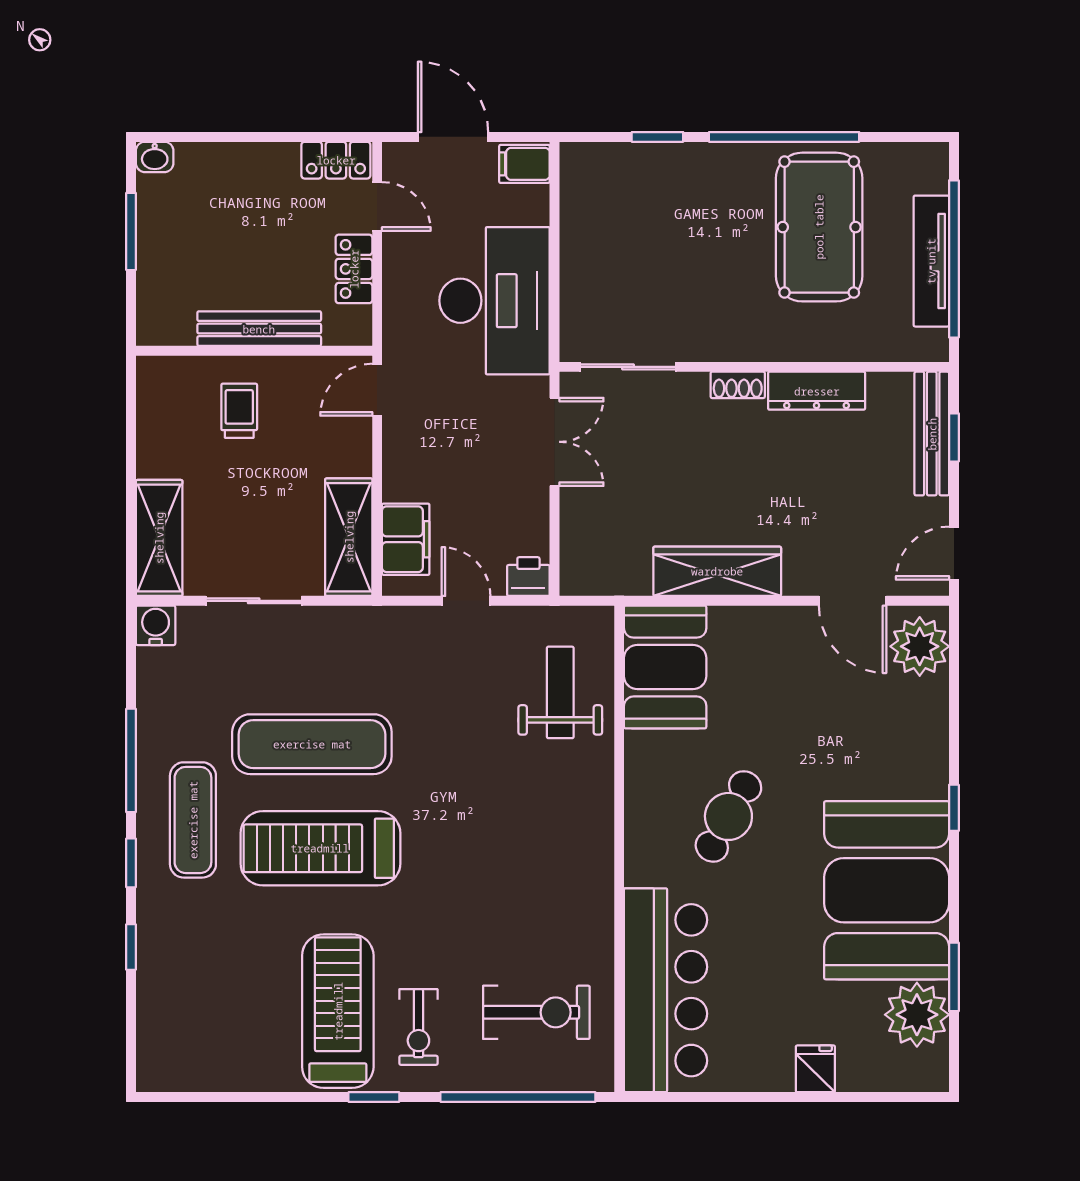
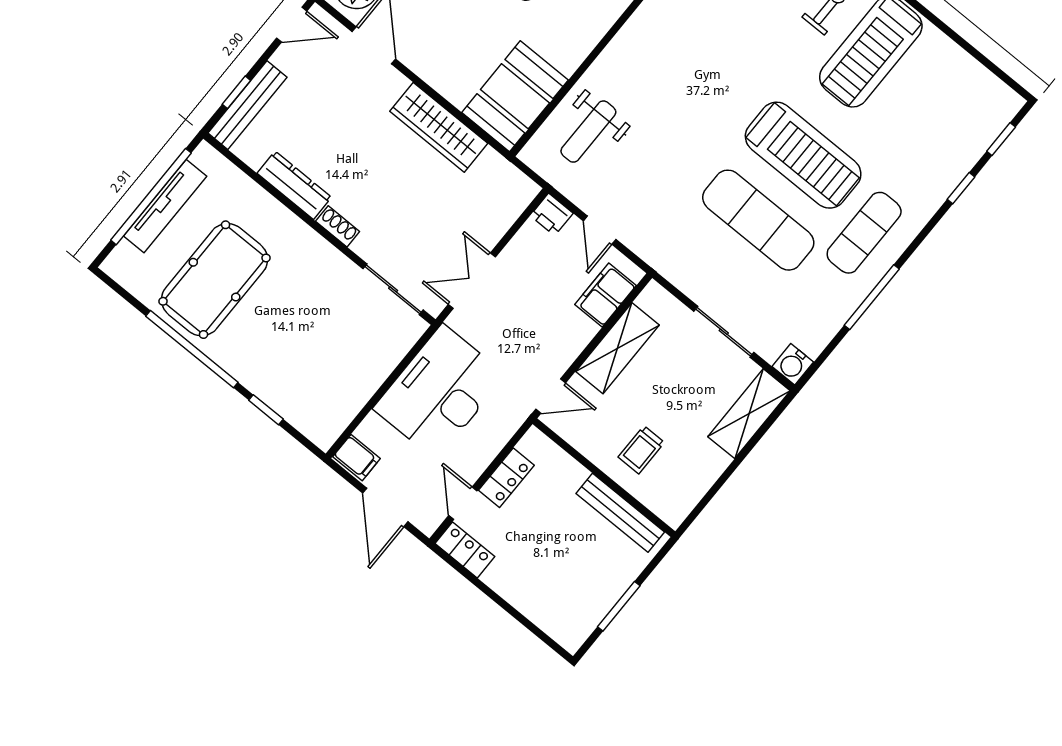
washbasin: (155, 157) -> (569, 638), removed
bench: (259, 329) -> (620, 513), moved
shelving: (349, 537) -> (617, 348), moved
window: (131, 863) -> (1001, 139), moved

